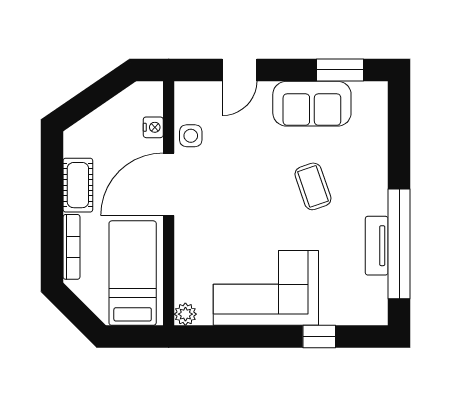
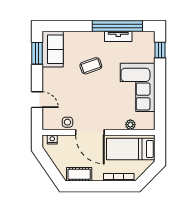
sofa: (312, 104) -> (53, 49), moved
nightstand: (153, 127) -> (52, 139), moved
cot: (78, 185) -> (79, 174), moved
plant: (185, 314) -> (130, 125), moved
window: (319, 336) -> (160, 50), moved

